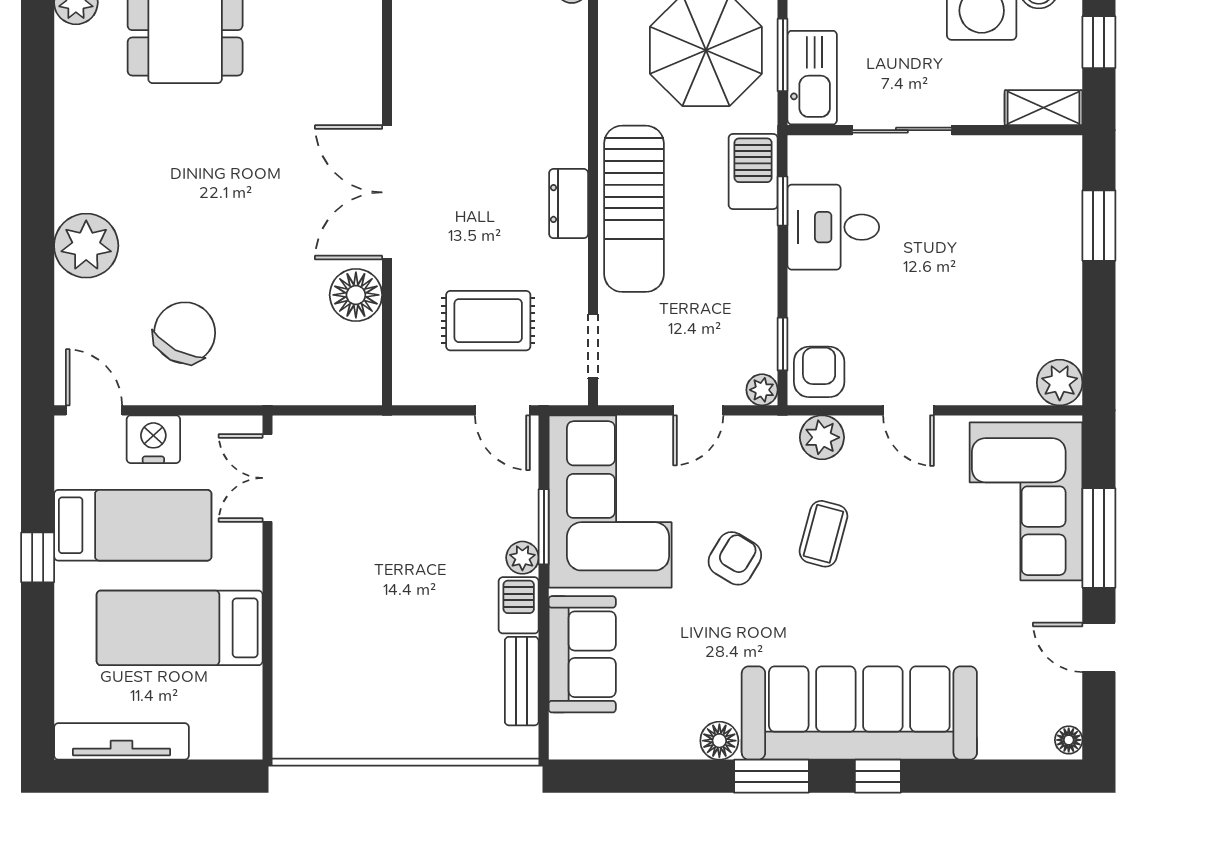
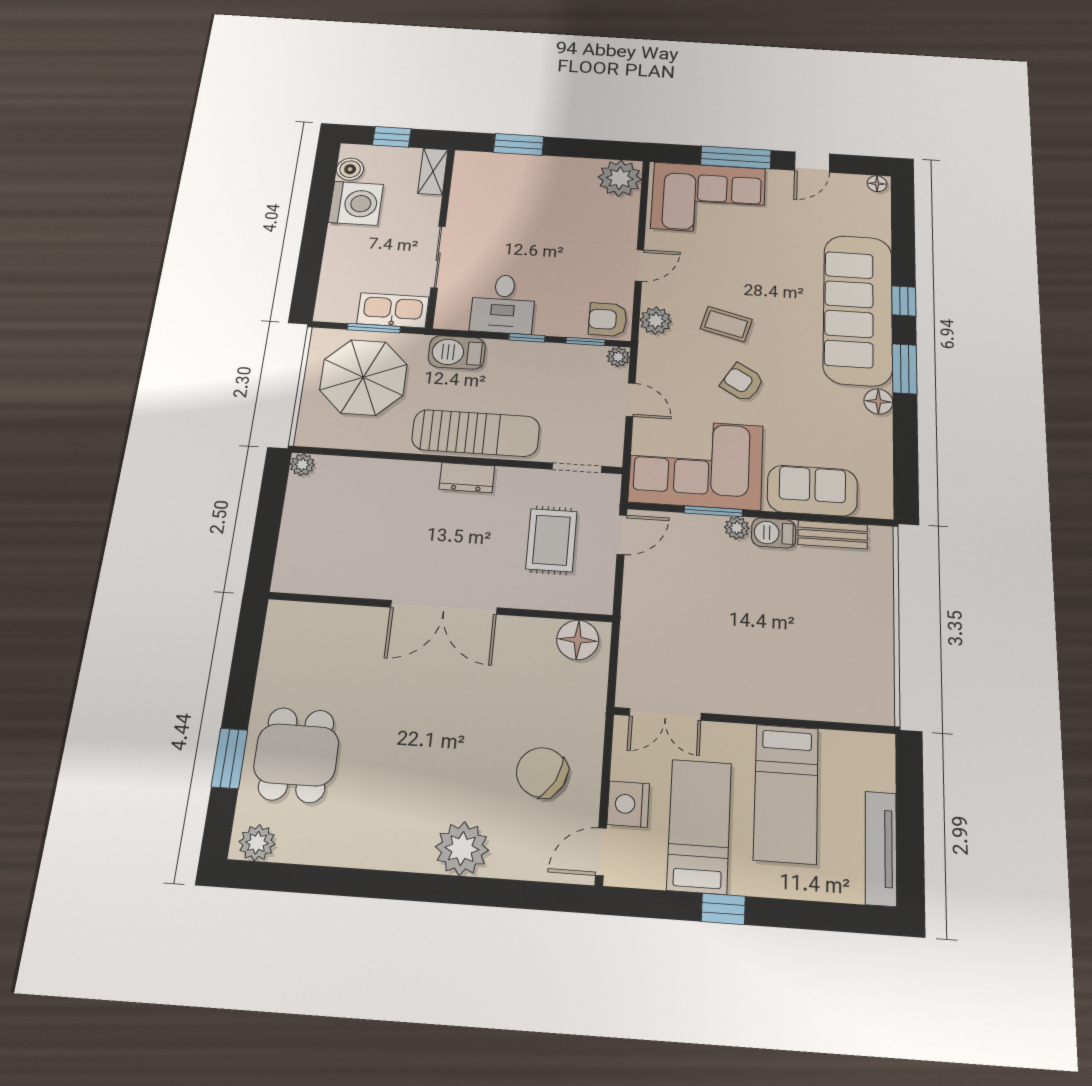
window: (783, 201) -> (527, 338), moved
floor lamp: (356, 295) -> (578, 640), moved
plant: (1060, 383) -> (620, 178), width x1.36, depth x1.36

